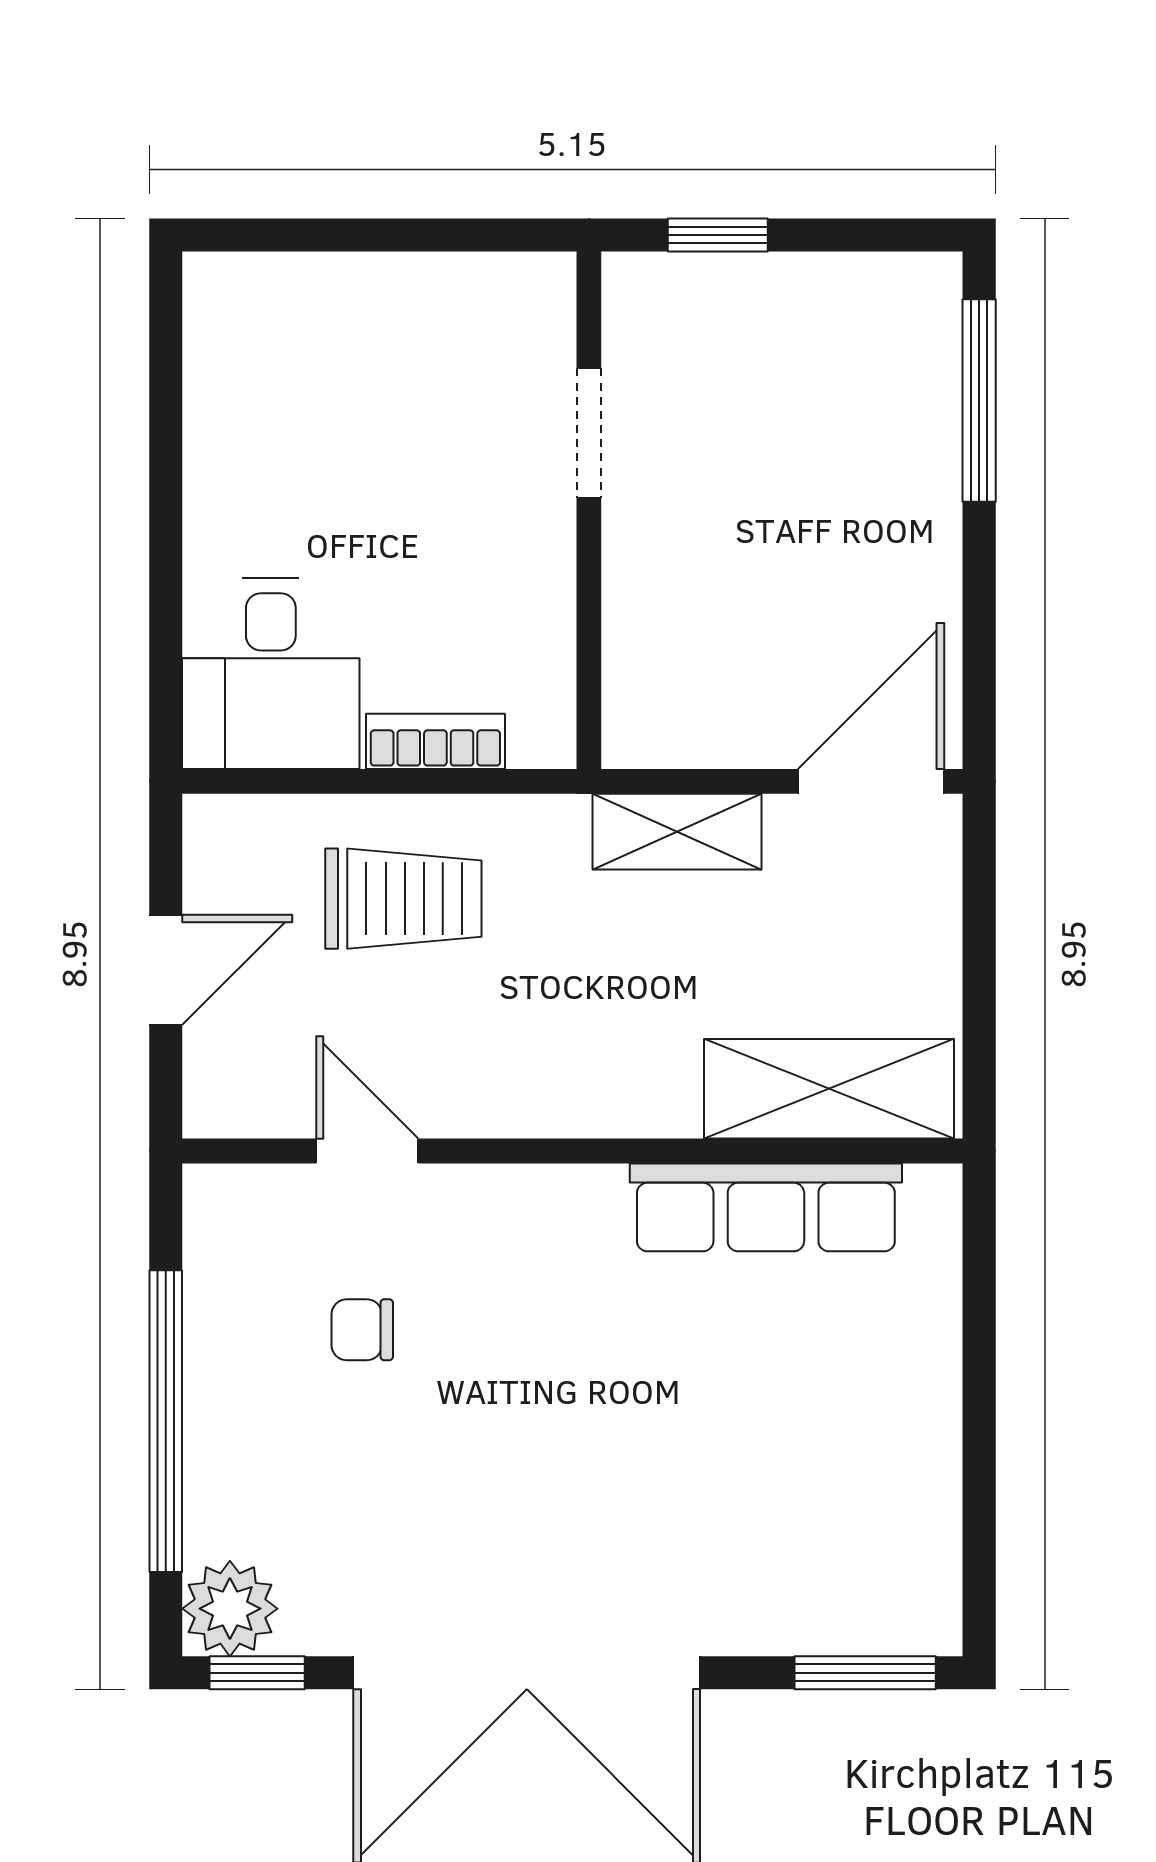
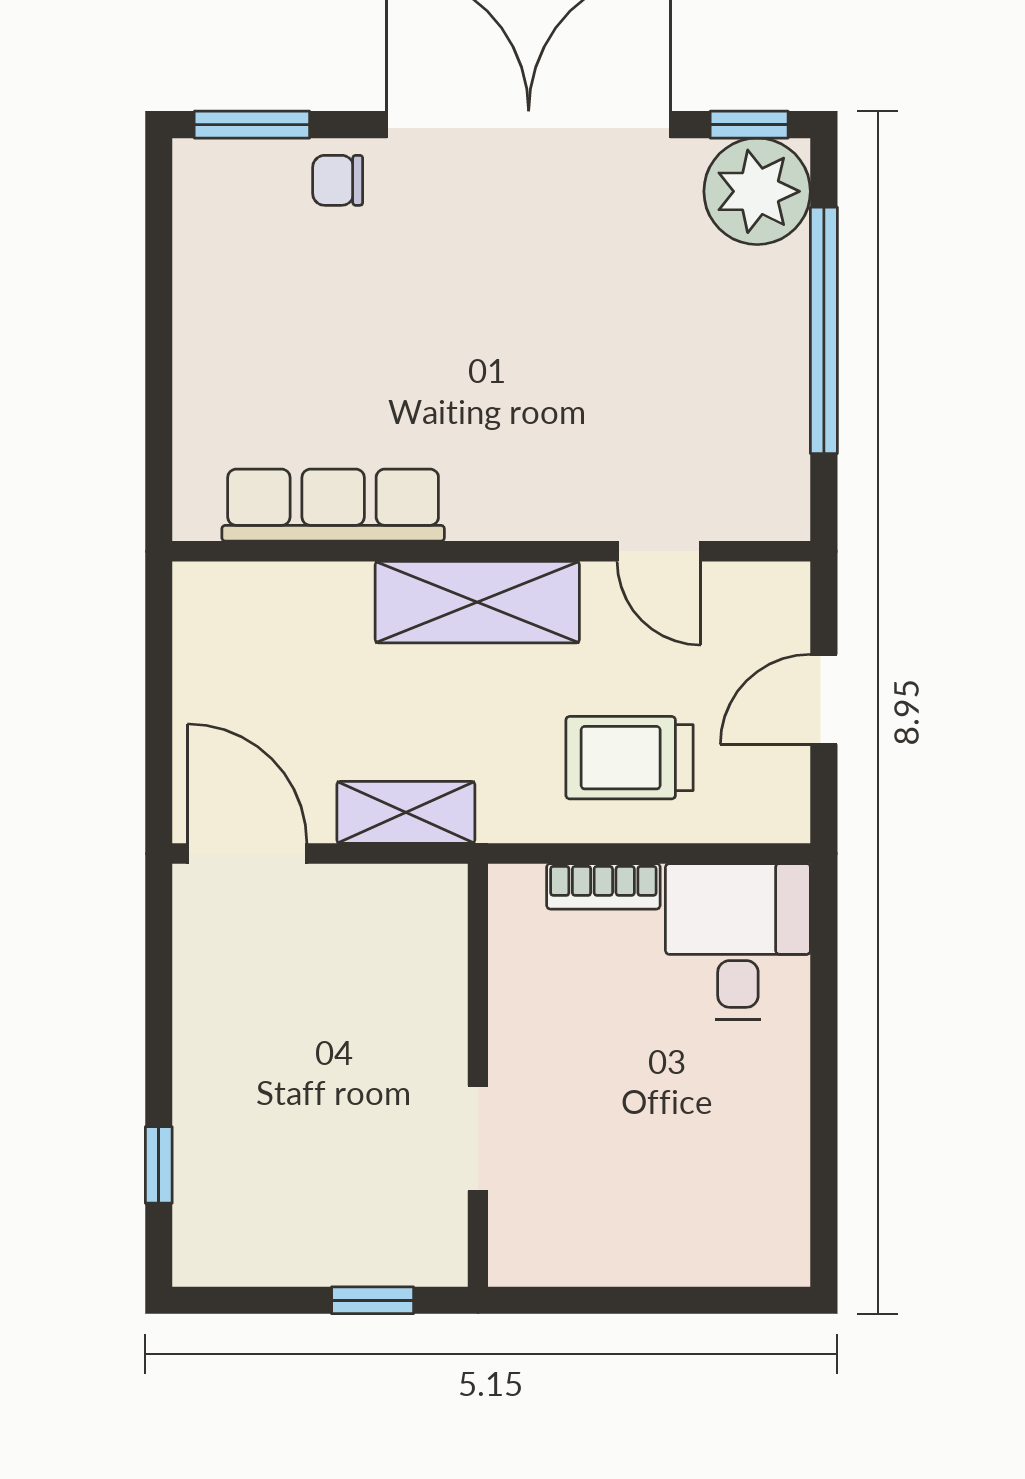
window: (979, 401) -> (159, 1165), width x0.46
door: (871, 781) -> (247, 854), swing flipped
shelving: (829, 1089) -> (477, 602), moved
chair: (362, 1330) -> (338, 180), moved, turned 180
plant: (230, 1609) -> (757, 191), width x1.36, depth x1.36

